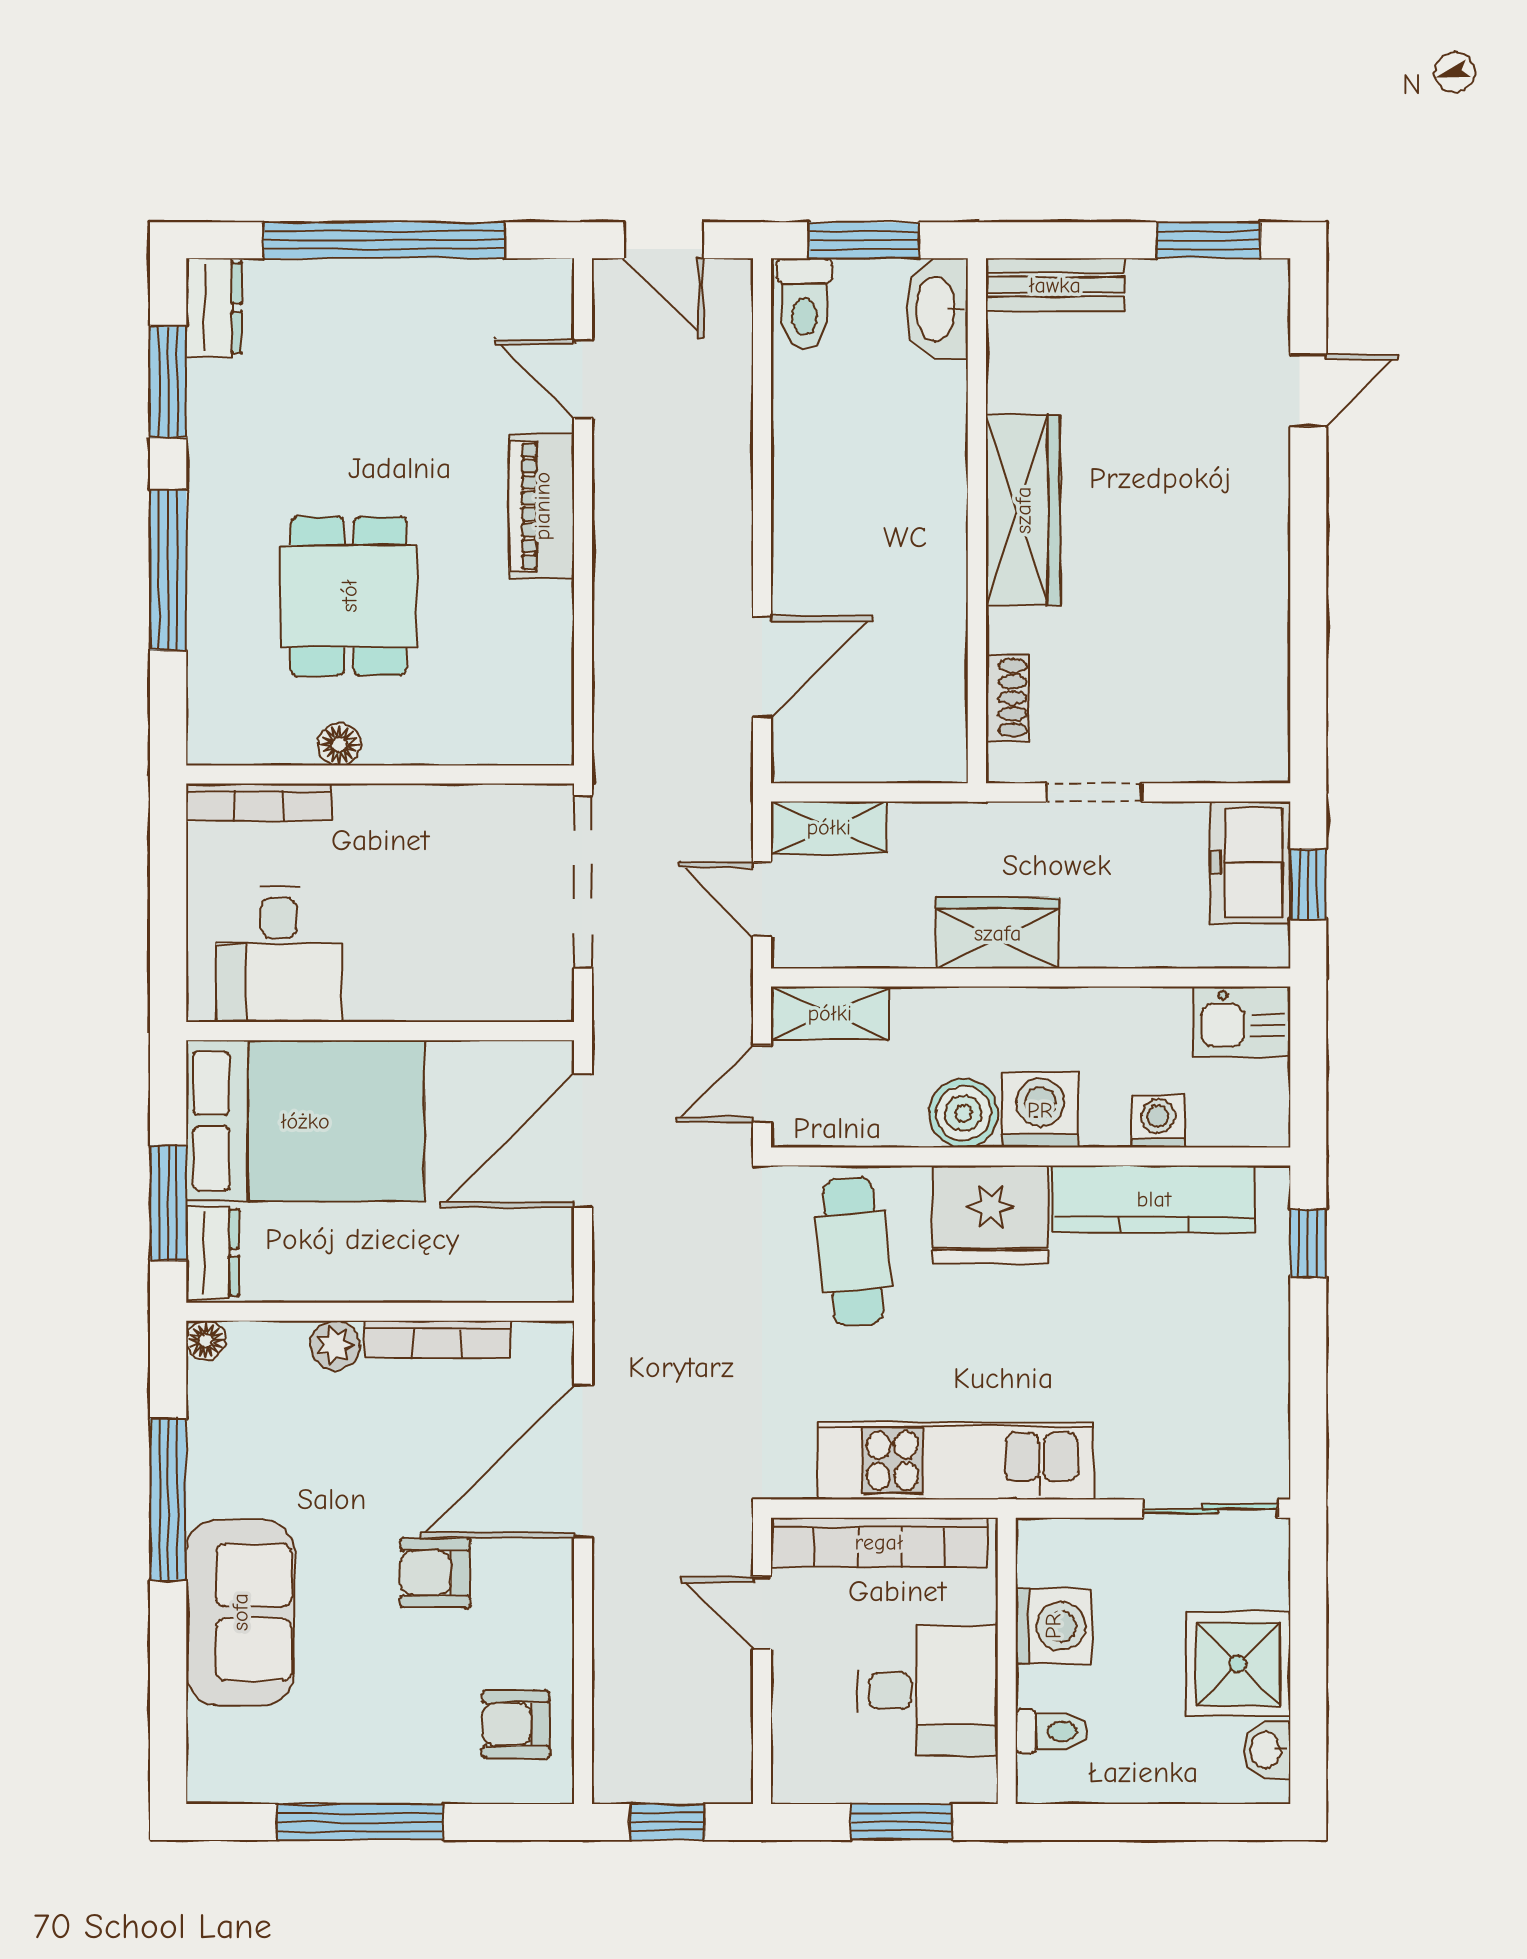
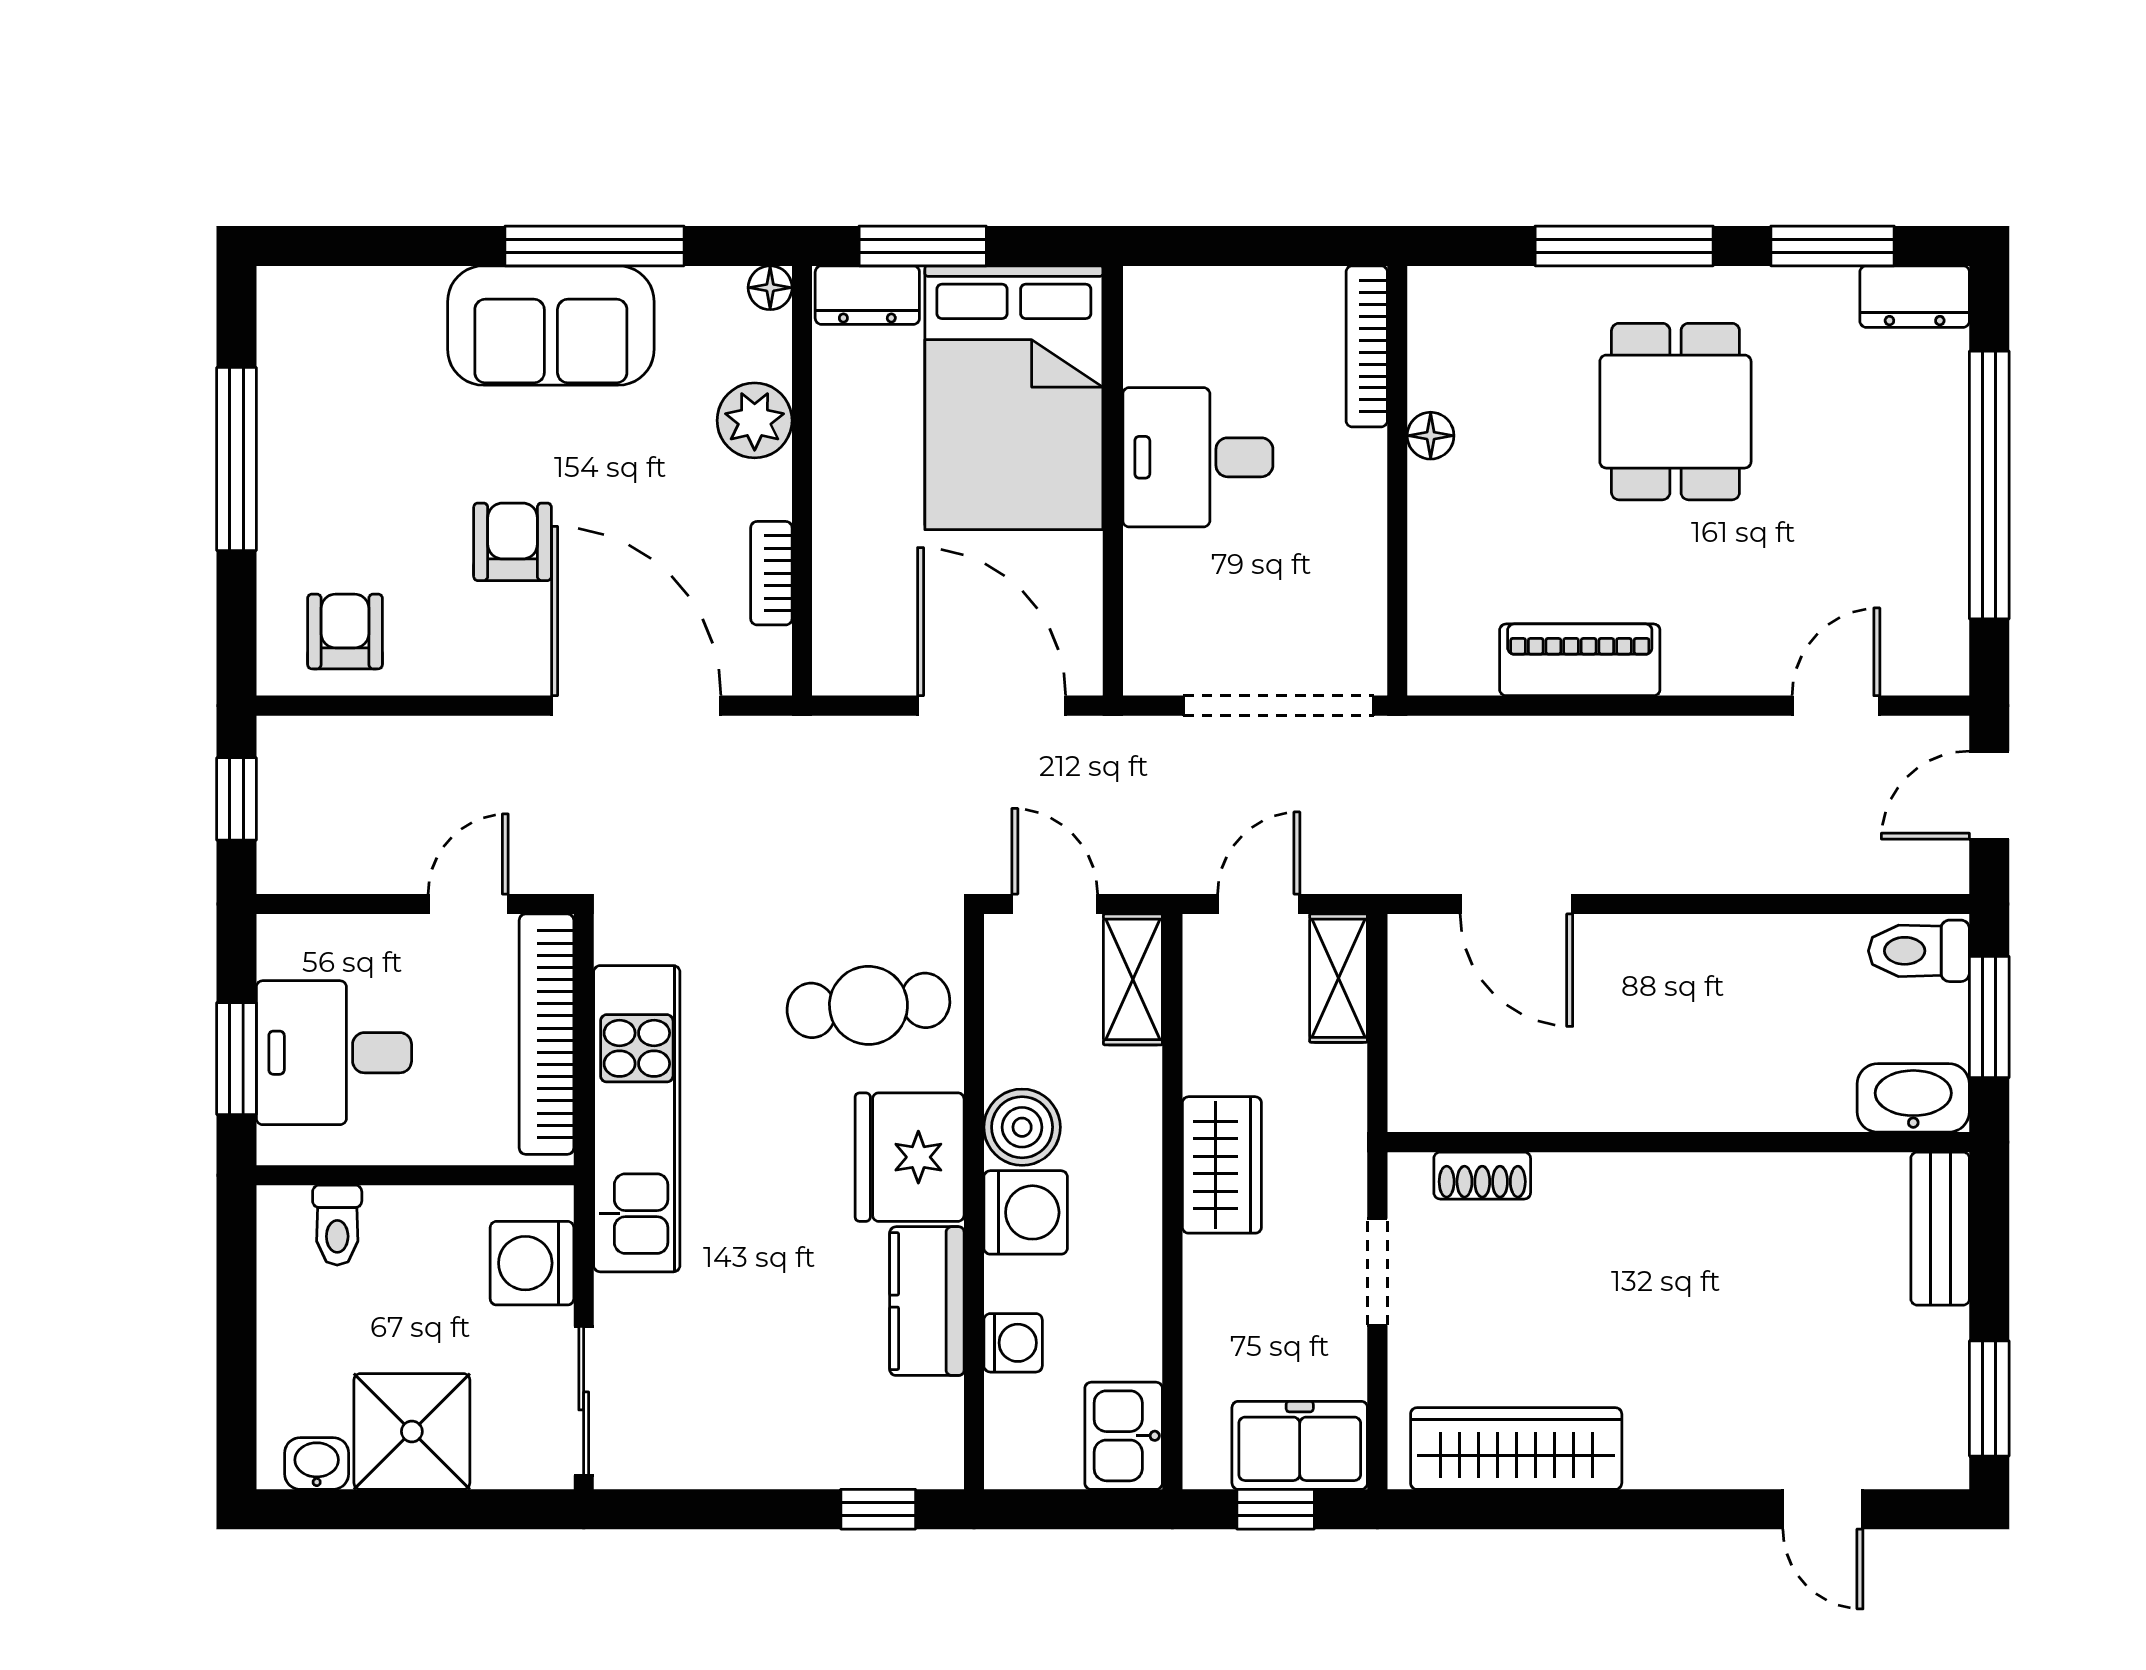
piano: (542, 506) -> (1580, 660), moved
wardrobe: (1023, 510) -> (1516, 1449), moved, turned 180
dining table: (349, 596) -> (1675, 412), moved, turned 90
desk: (279, 954) -> (1198, 457), moved
kitchen counter: (1154, 1199) -> (927, 1301), width x0.67
bookcase: (437, 1339) -> (771, 573), width x0.64
plant: (335, 1345) -> (755, 420), width x1.38, depth x1.38
sofa: (240, 1612) -> (551, 326), moved
washing machine: (1053, 1626) -> (532, 1263), moved, turned 90
desk: (928, 1691) -> (334, 1053), moved, turned 90

